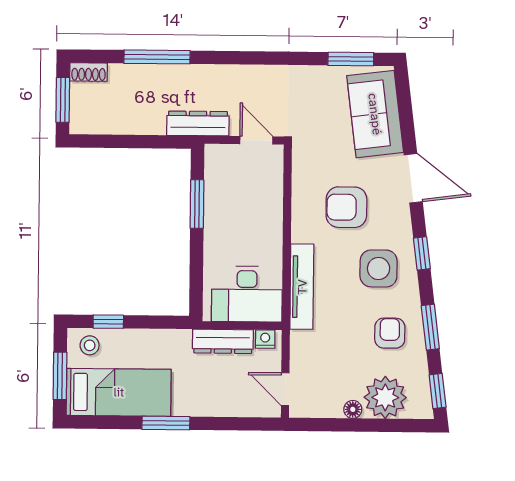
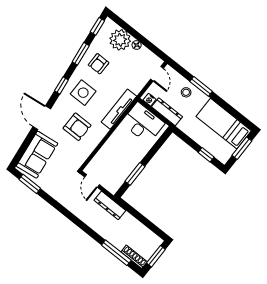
window: (157, 57) -> (116, 253), moved
shoe rack: (89, 72) -> (134, 257), width x1.43
stool: (90, 345) -> (186, 92), moved
window: (166, 423) -> (201, 86), moved

